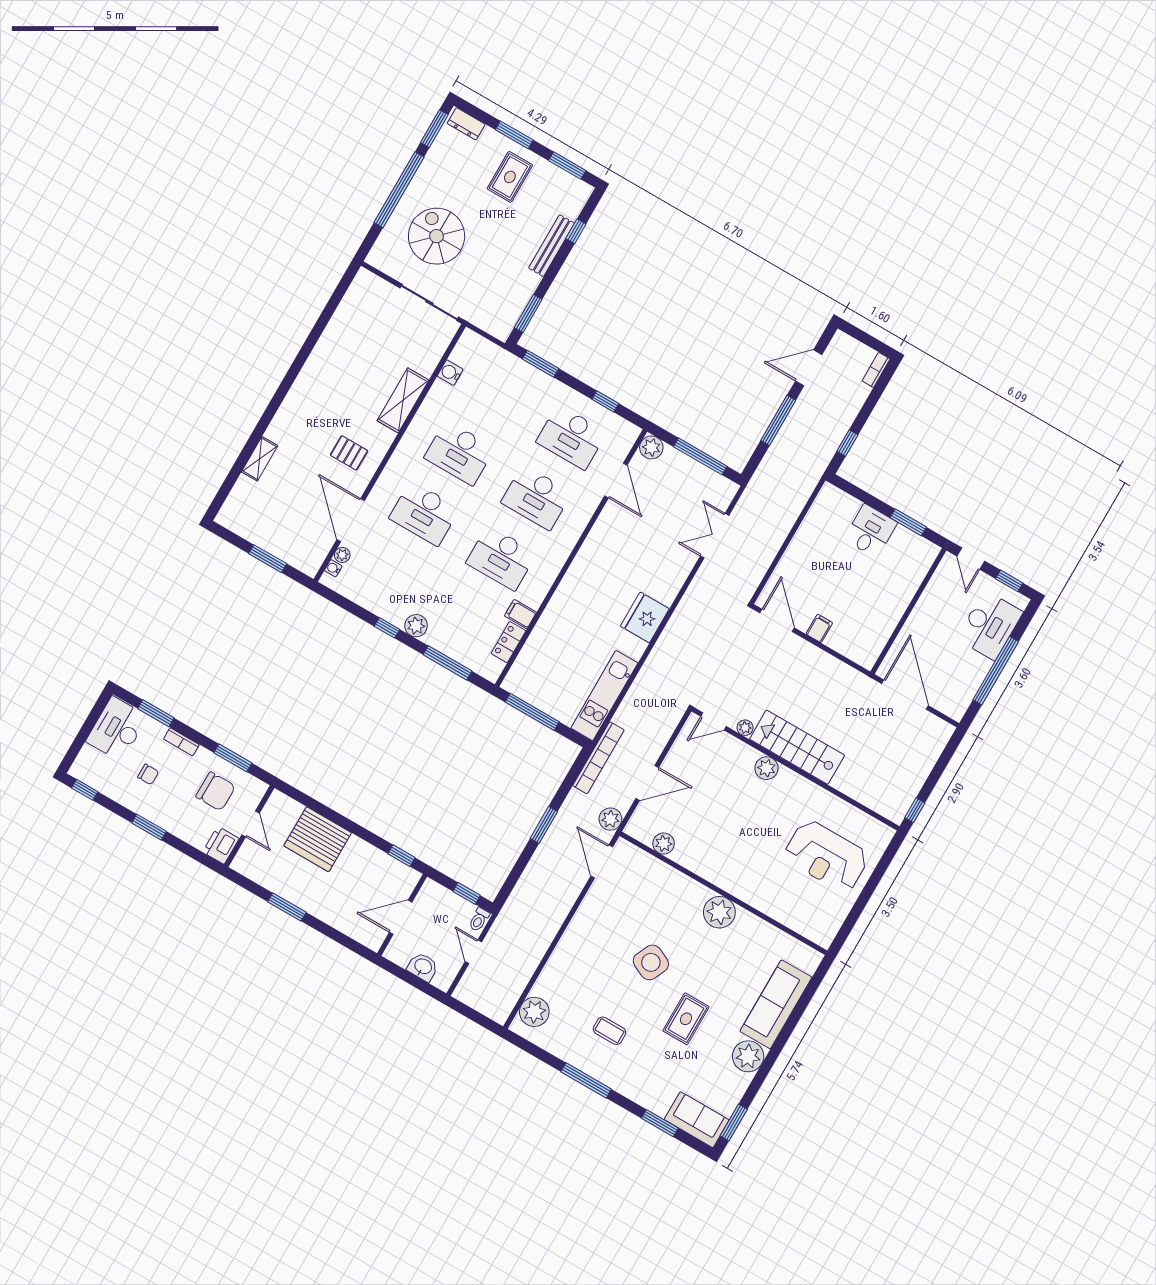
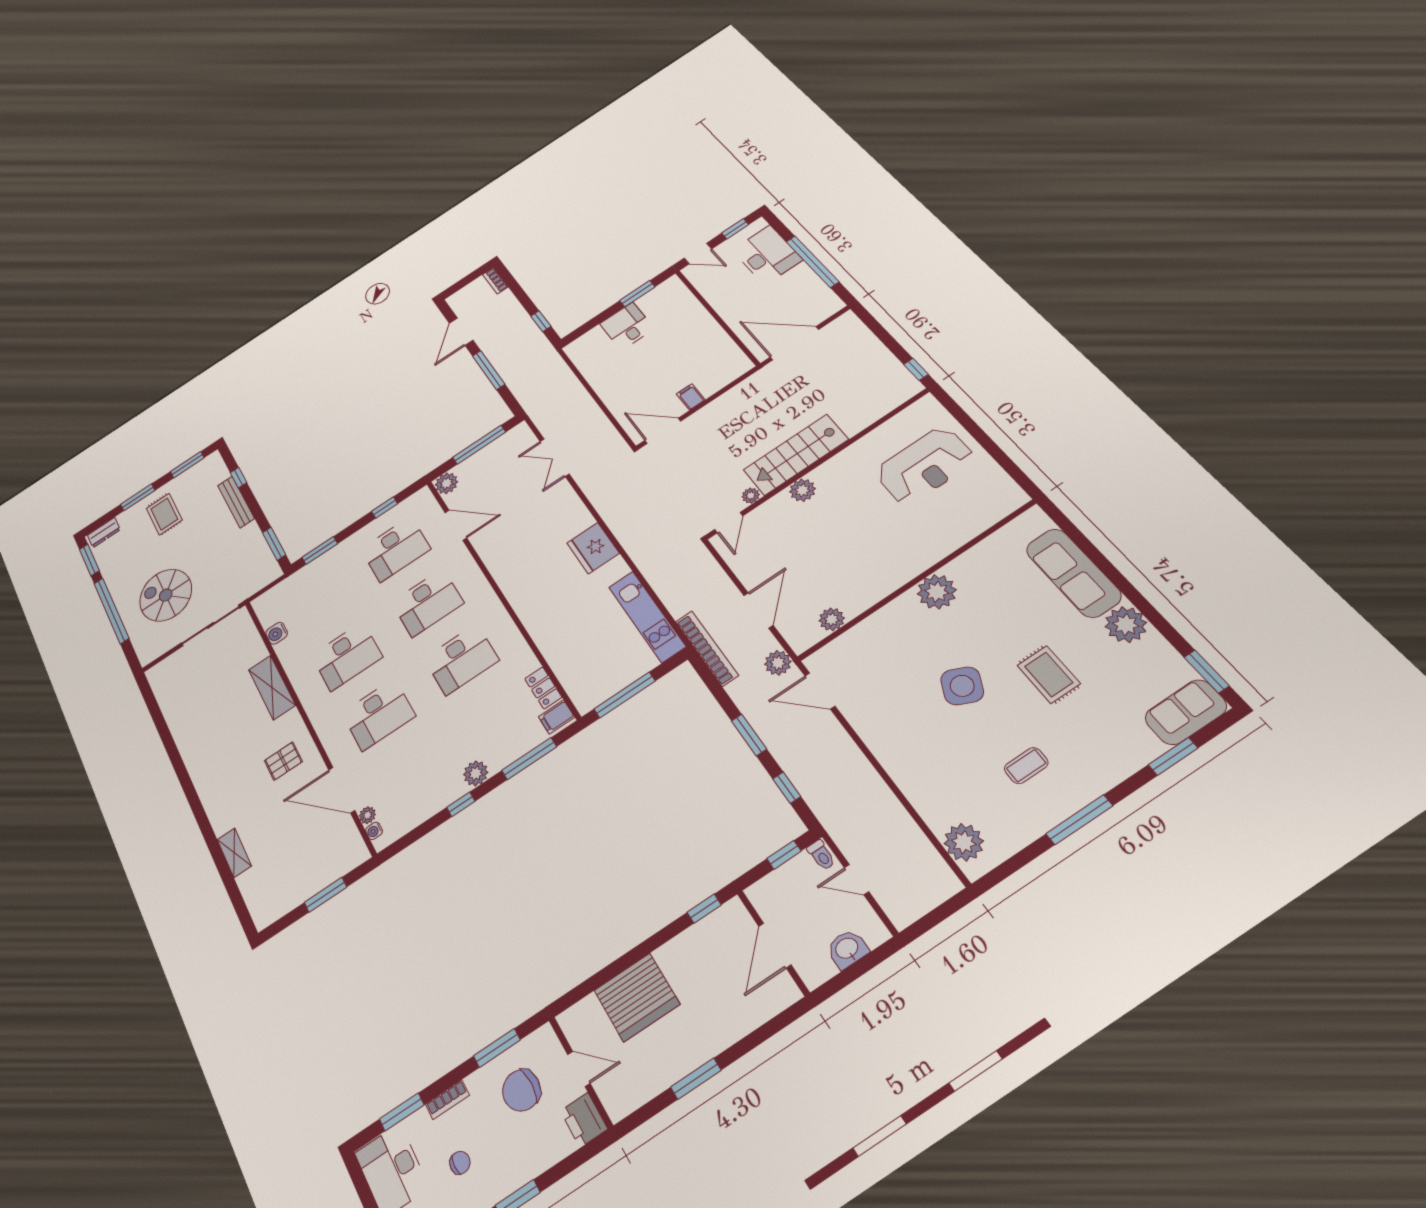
filing cabinet: (520, 614) -> (557, 717), moved
chair: (216, 791) -> (521, 1090), turned 180
window: (516, 872) -> (787, 788), added

